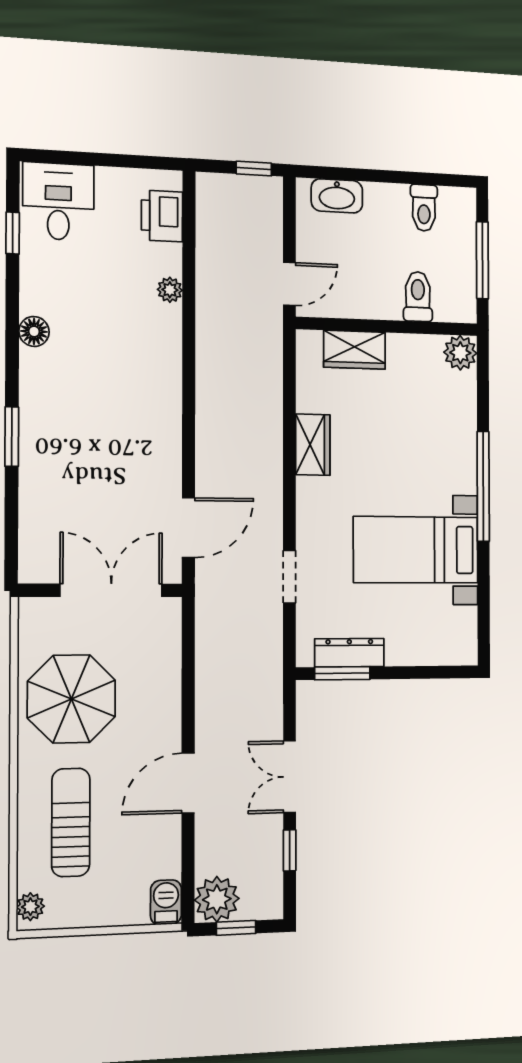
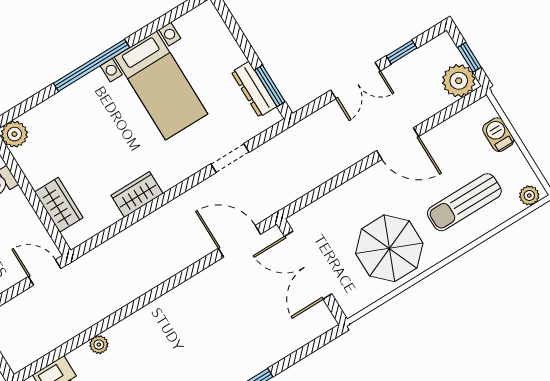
barbecue: (166, 902) -> (498, 135), moved, turned 90

